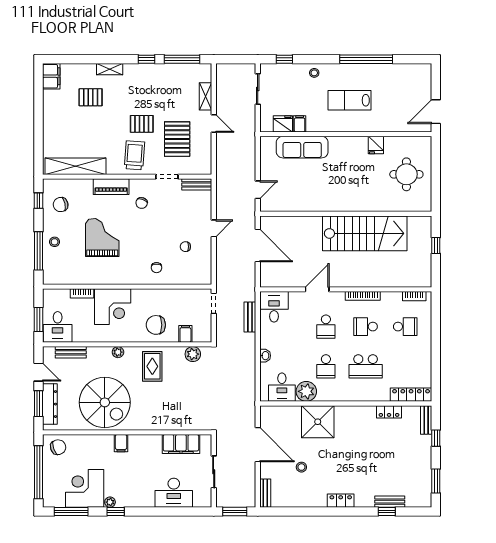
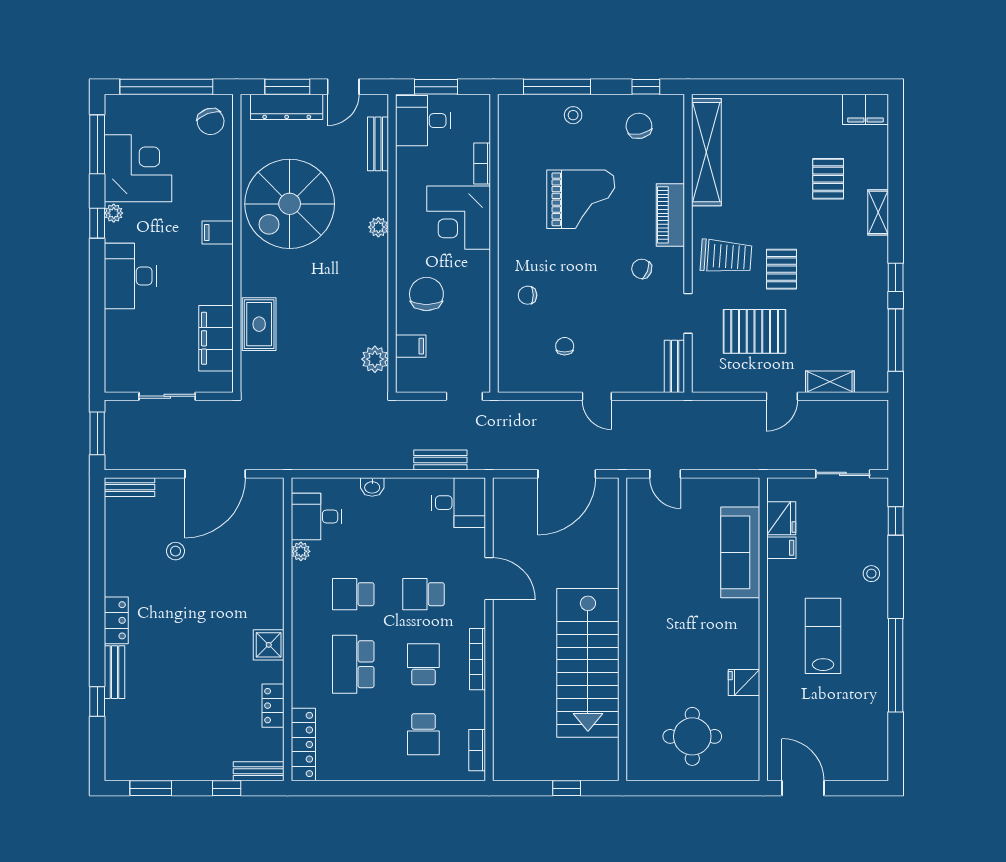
rug: (152, 366) -> (259, 324), moved, turned 90
plant: (306, 391) -> (301, 551), width x0.53, depth x0.53
shower: (318, 422) -> (269, 645), moved, width x0.54, depth x0.54
desk: (174, 493) -> (130, 276), moved
bench: (390, 502) -> (114, 672), moved

